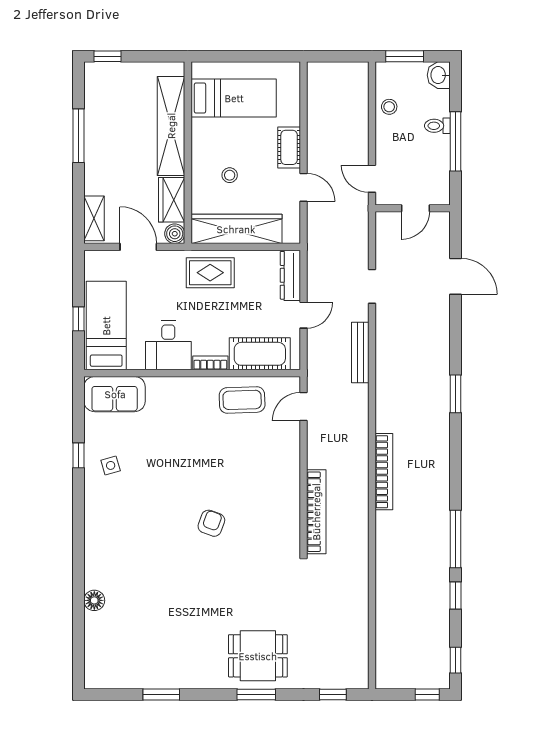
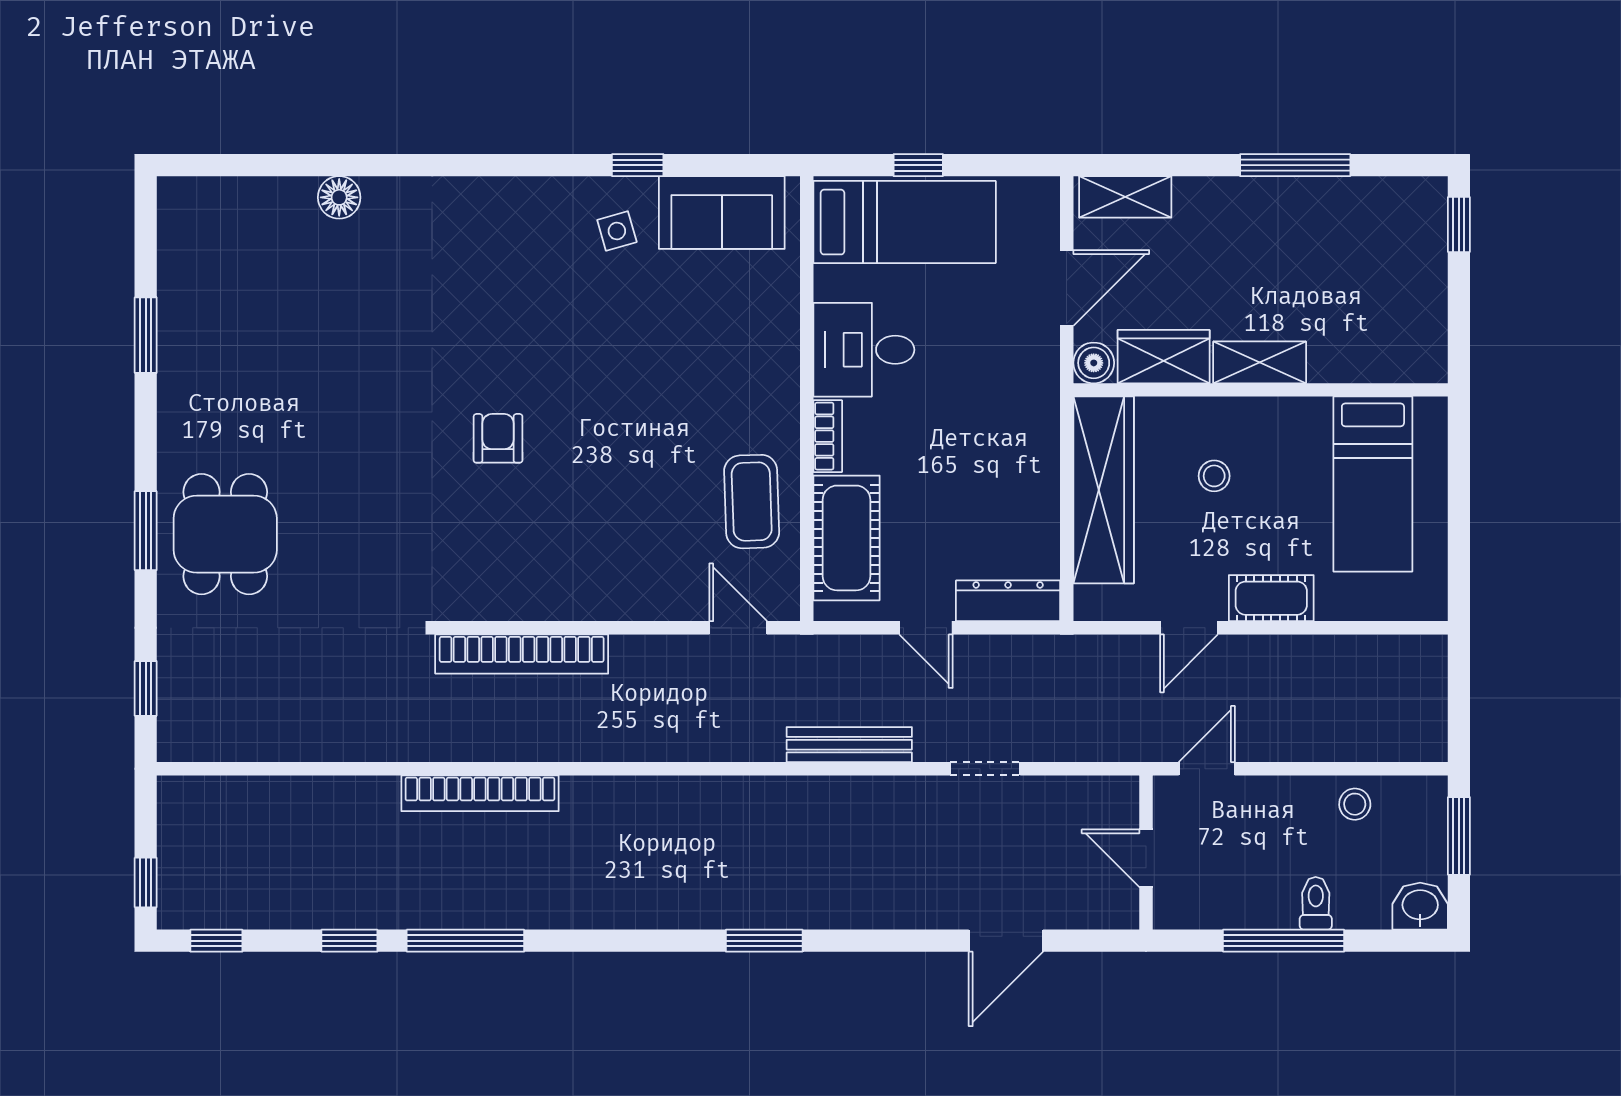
shelving: (171, 126) -> (1260, 362), width x0.45, depth x0.75
rug: (210, 273) -> (1013, 436), removed
sofa: (115, 394) -> (722, 213), moved, turned -90
bookcase: (384, 472) -> (480, 793), moved
armchair: (211, 523) -> (498, 438), turned -110

